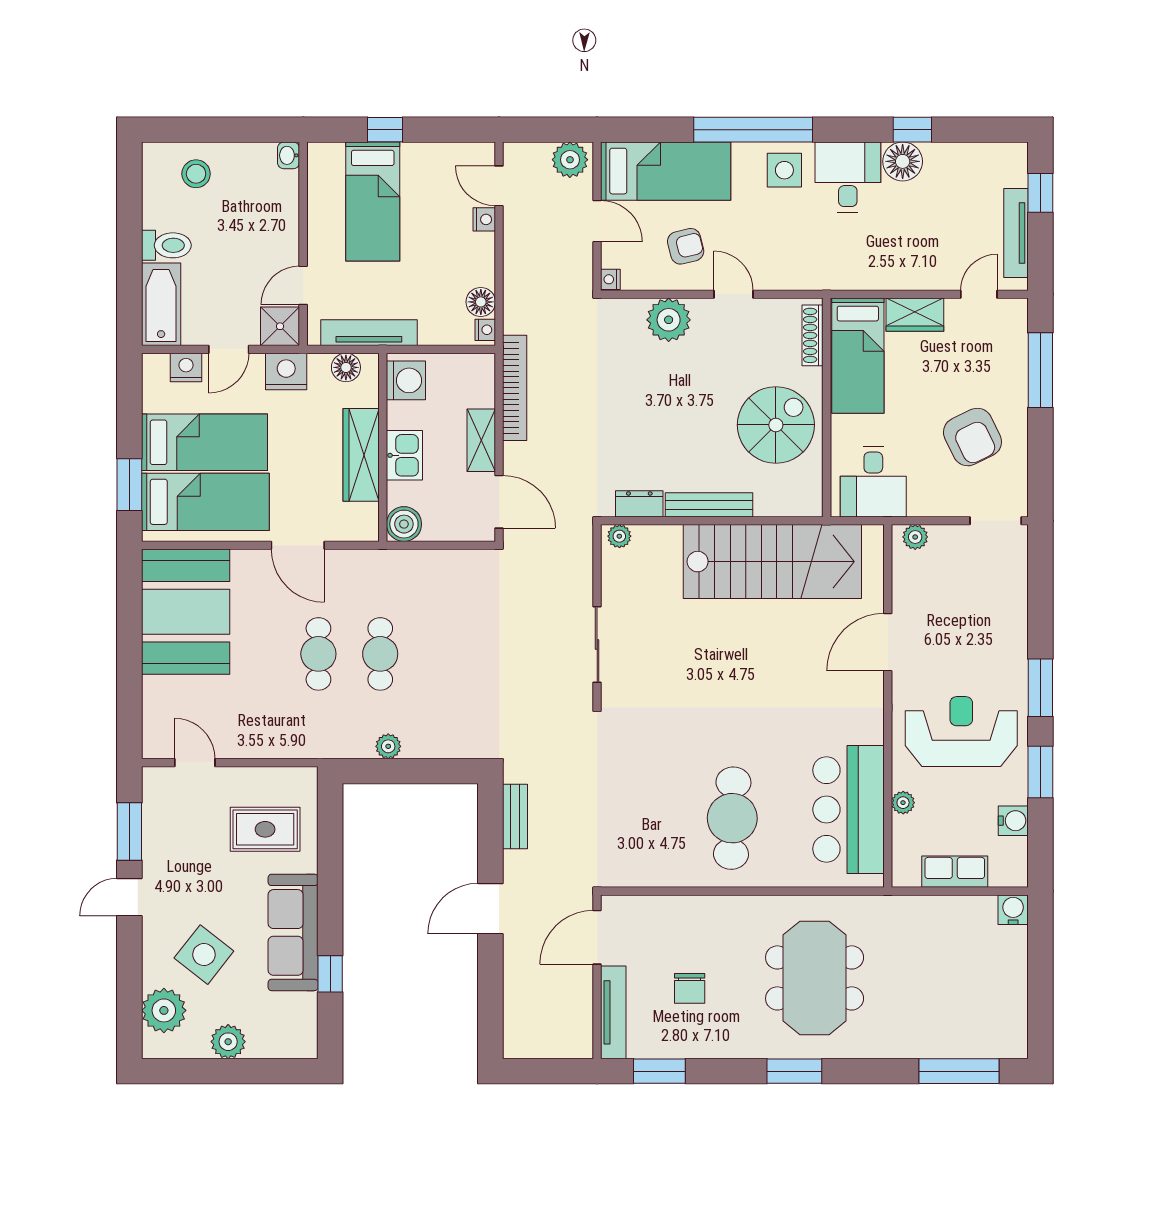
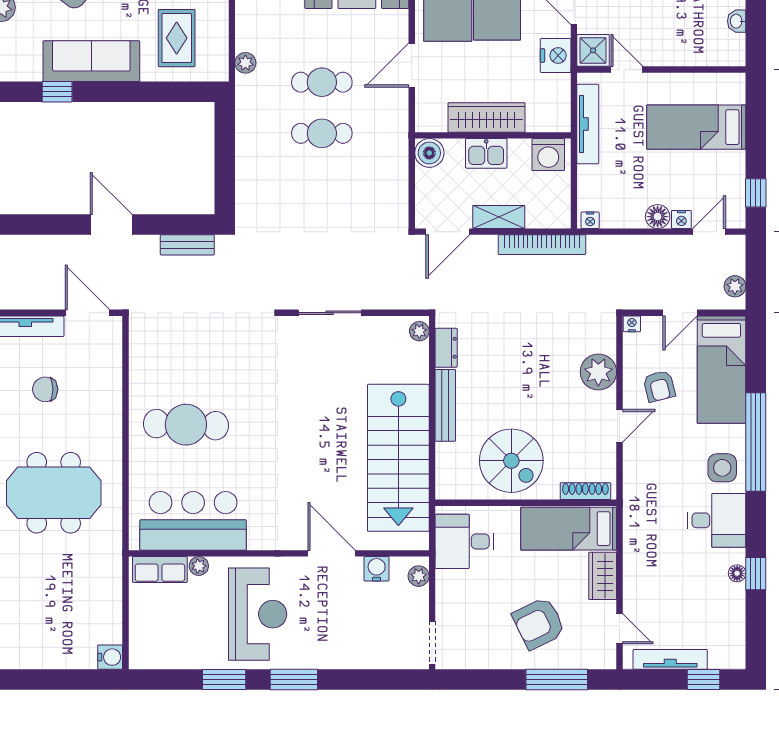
window: (385, 130) -> (756, 193), moved
washbasin: (289, 155) -> (737, 21), moved, turned -90
plant: (570, 160) -> (735, 286), width x0.73, depth x0.73
floor lamp: (903, 161) -> (737, 573), width x0.53, depth x0.53
floor lamp: (481, 302) -> (658, 217), moved
floor lamp: (346, 367) -> (559, 105), removed
armchair: (972, 437) -> (539, 623), moved
plant: (388, 746) -> (245, 63), moved
water cooler: (1013, 821) -> (377, 569), moved, turned 180
row of seats: (955, 872) -> (160, 569), moved, turned 90

